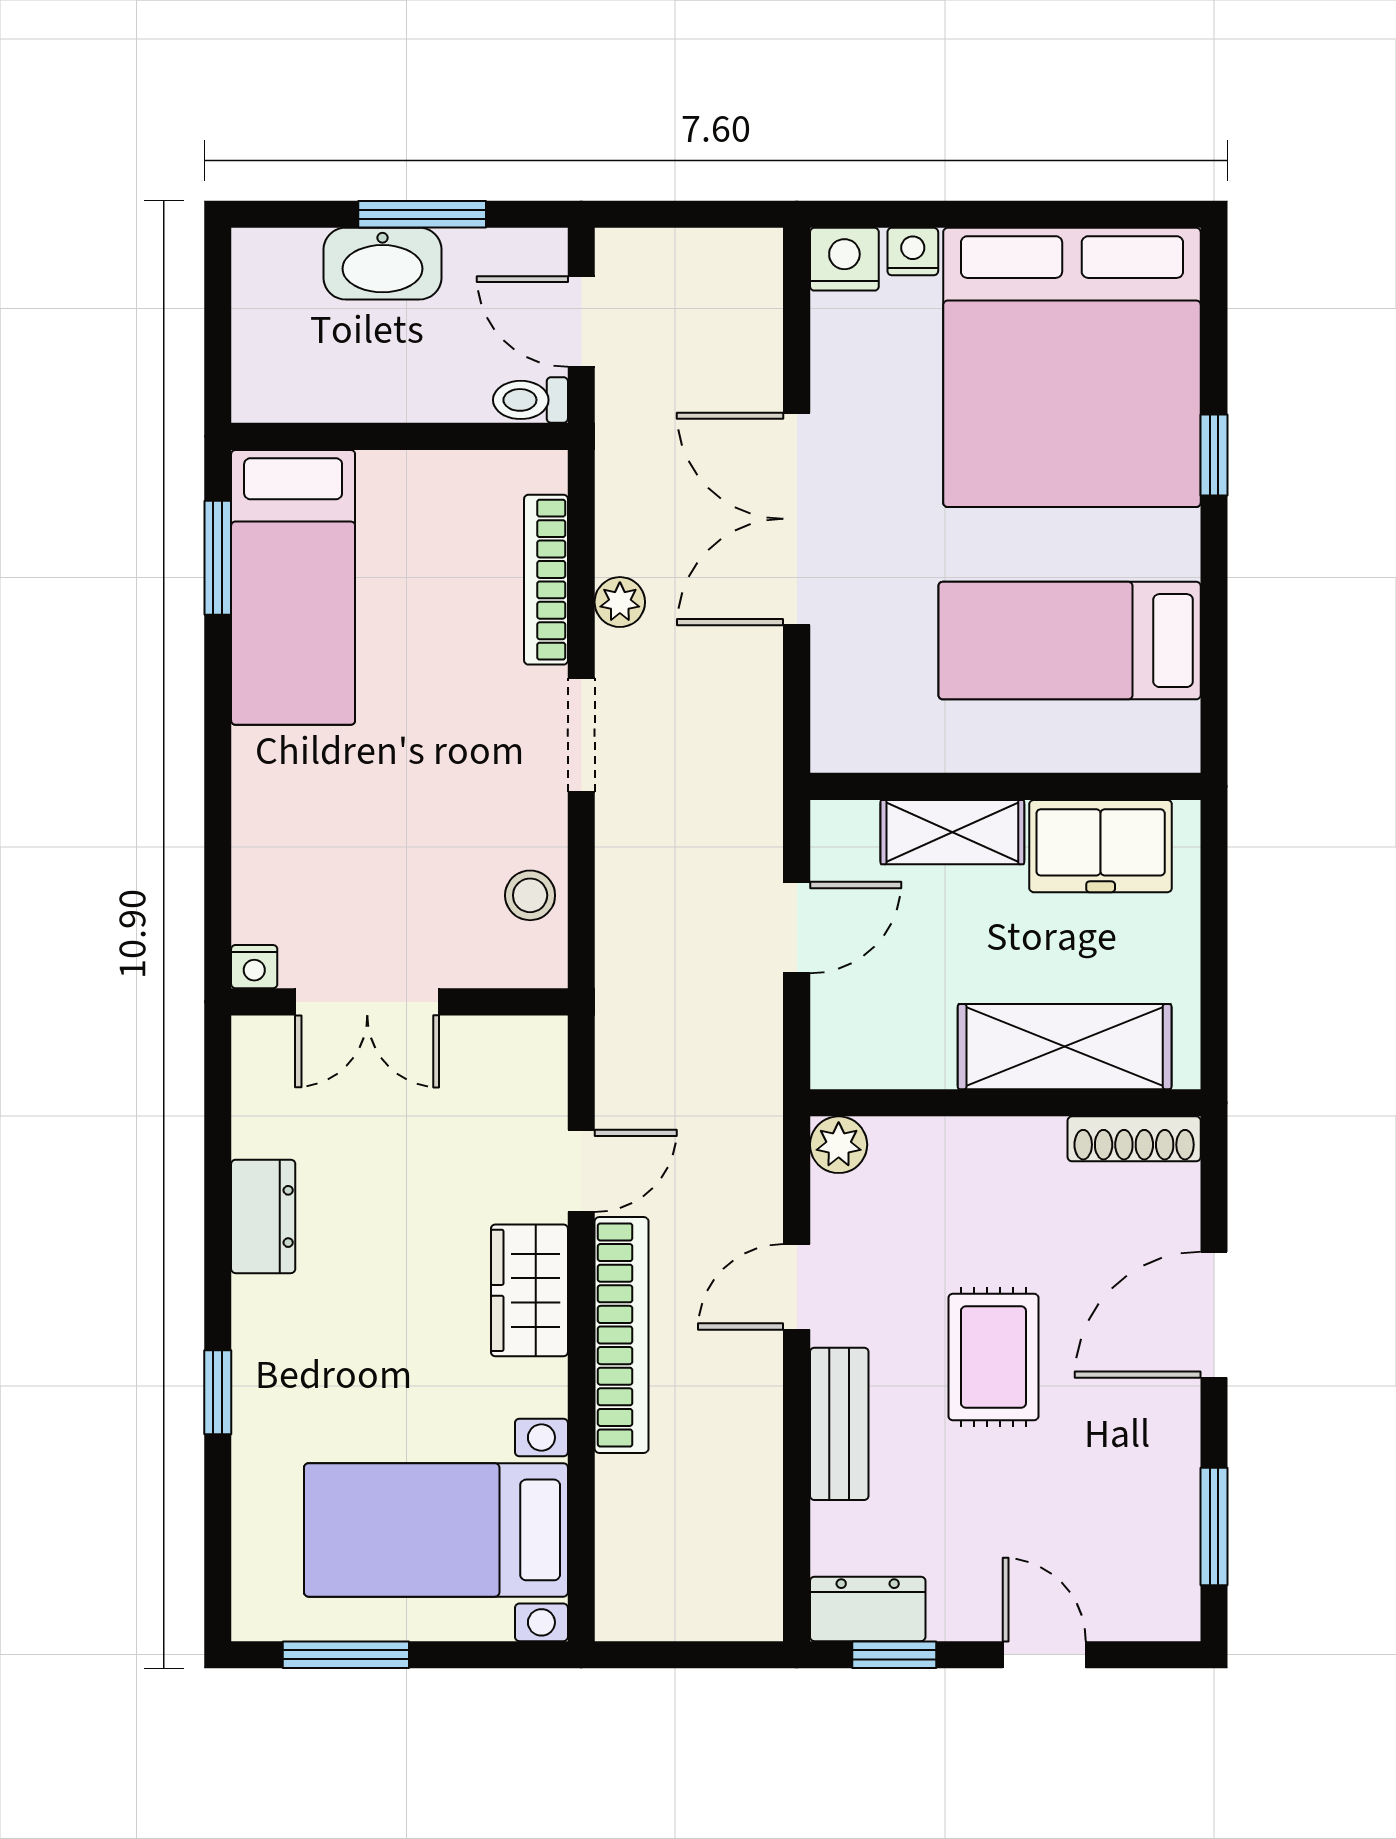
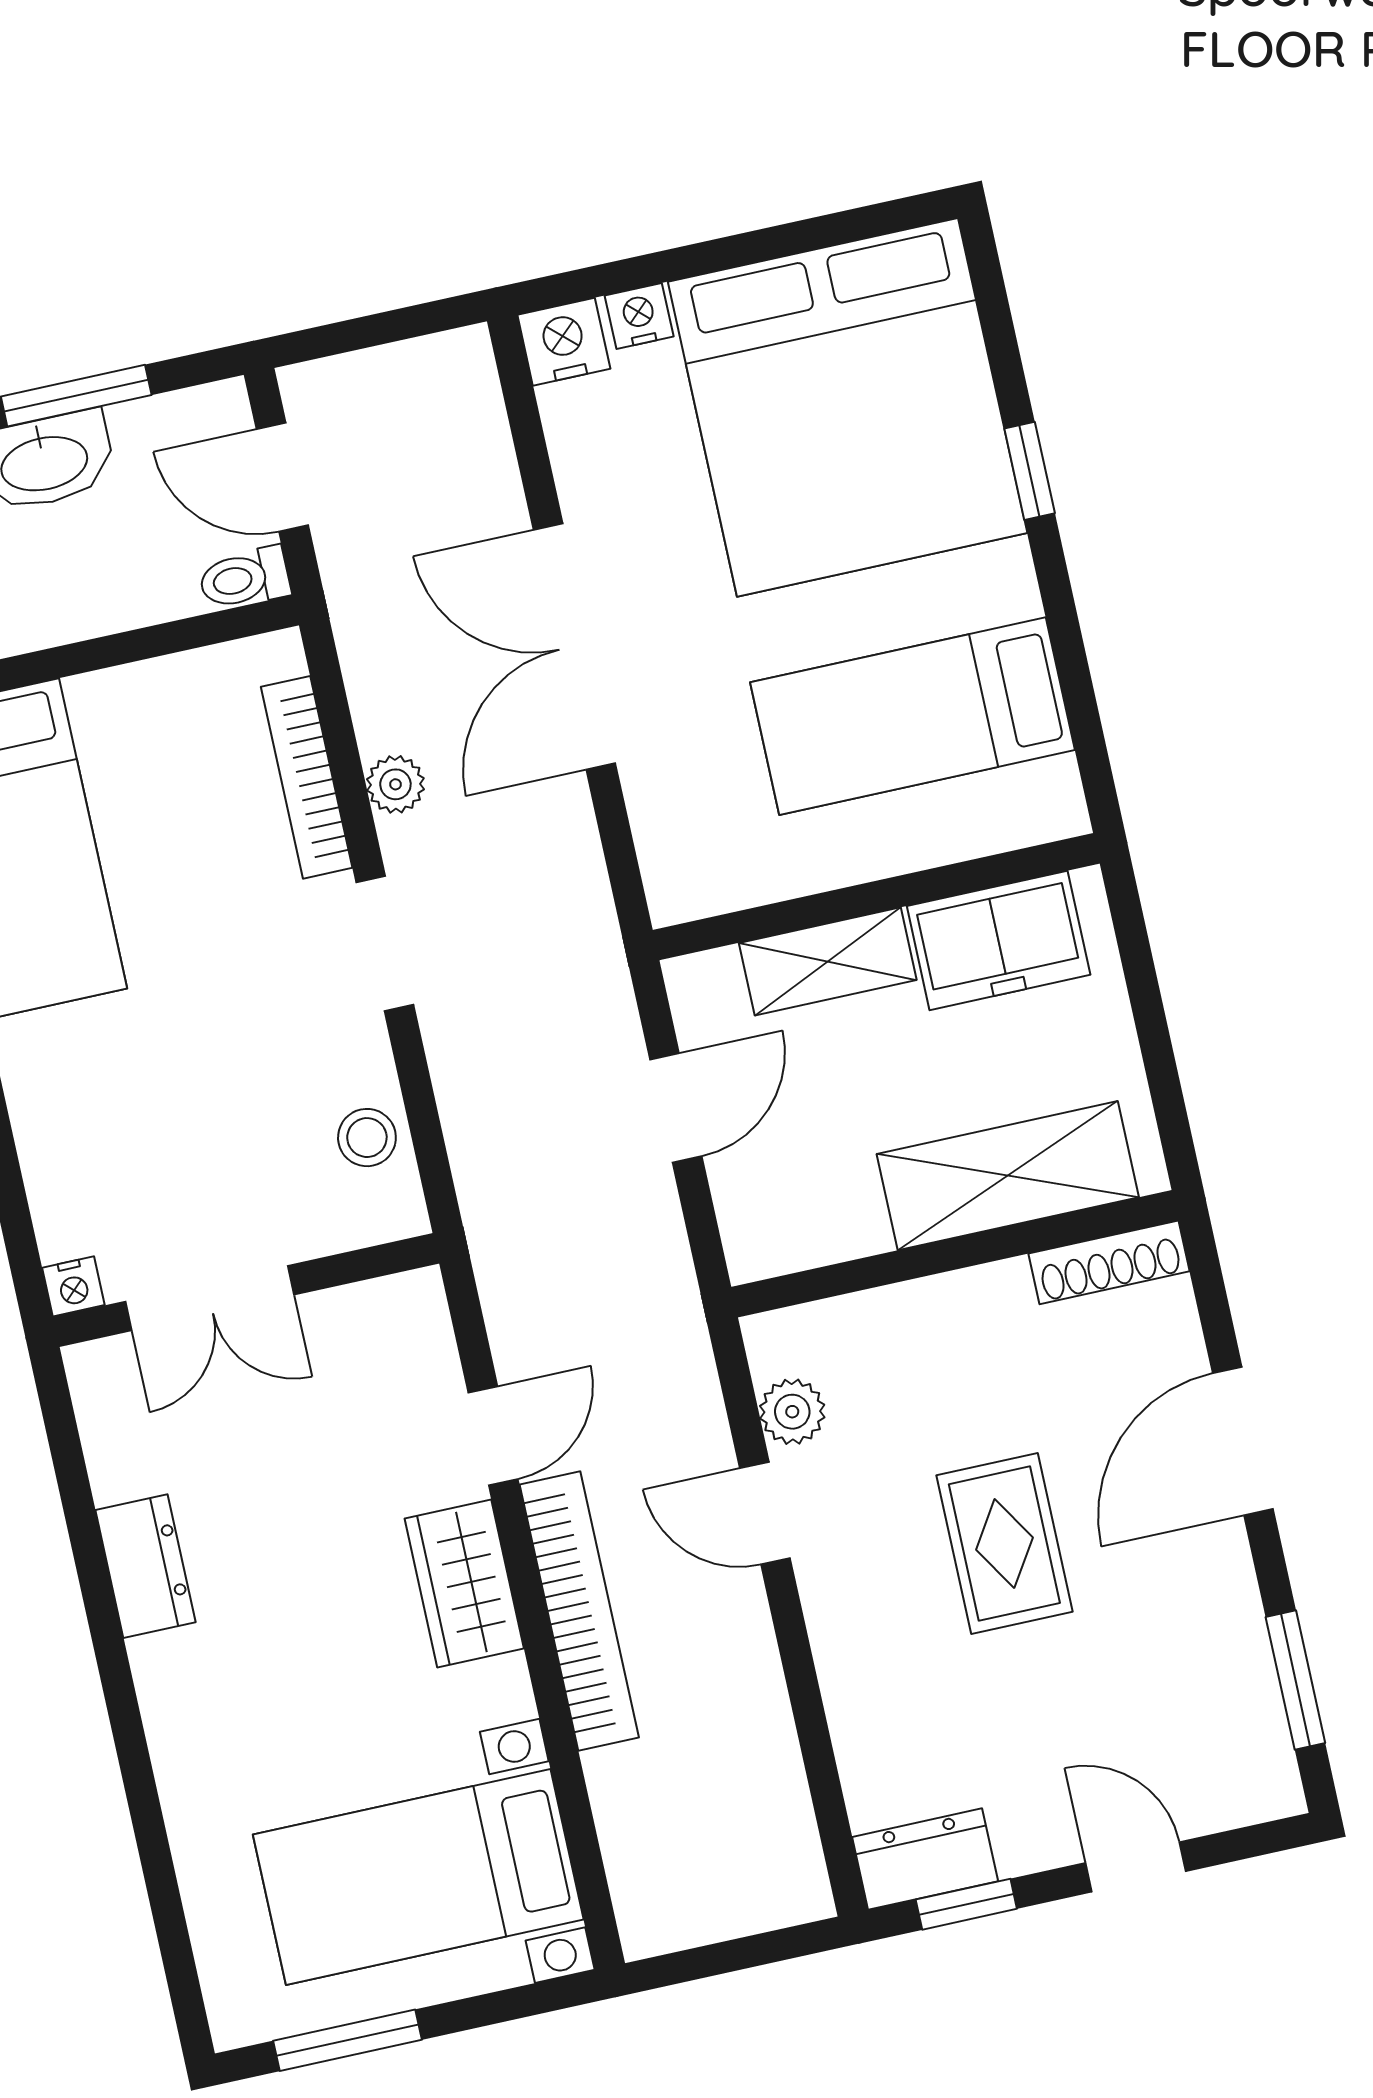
plant: (839, 1145) -> (792, 1412), moved
door: (797, 1287) -> (765, 1513), hinge flipped
window: (218, 1392) -> (138, 1776), removed
bench: (839, 1424) -> (847, 1657), removed

